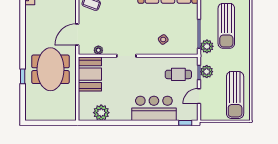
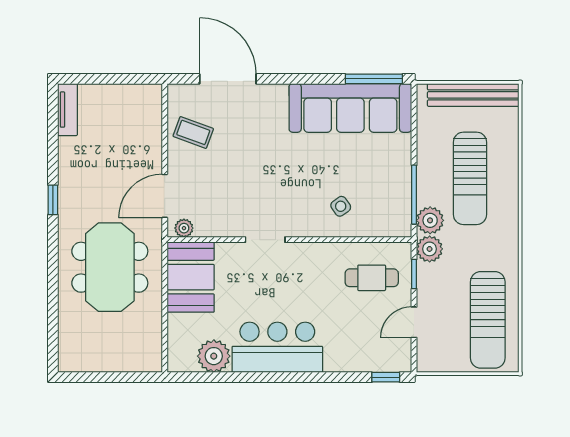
plant: (98, 50) -> (184, 228), moved
plant: (207, 72) -> (430, 249), moved
window: (23, 76) -> (53, 200), moved
bar counter: (154, 108) -> (277, 347), moved

